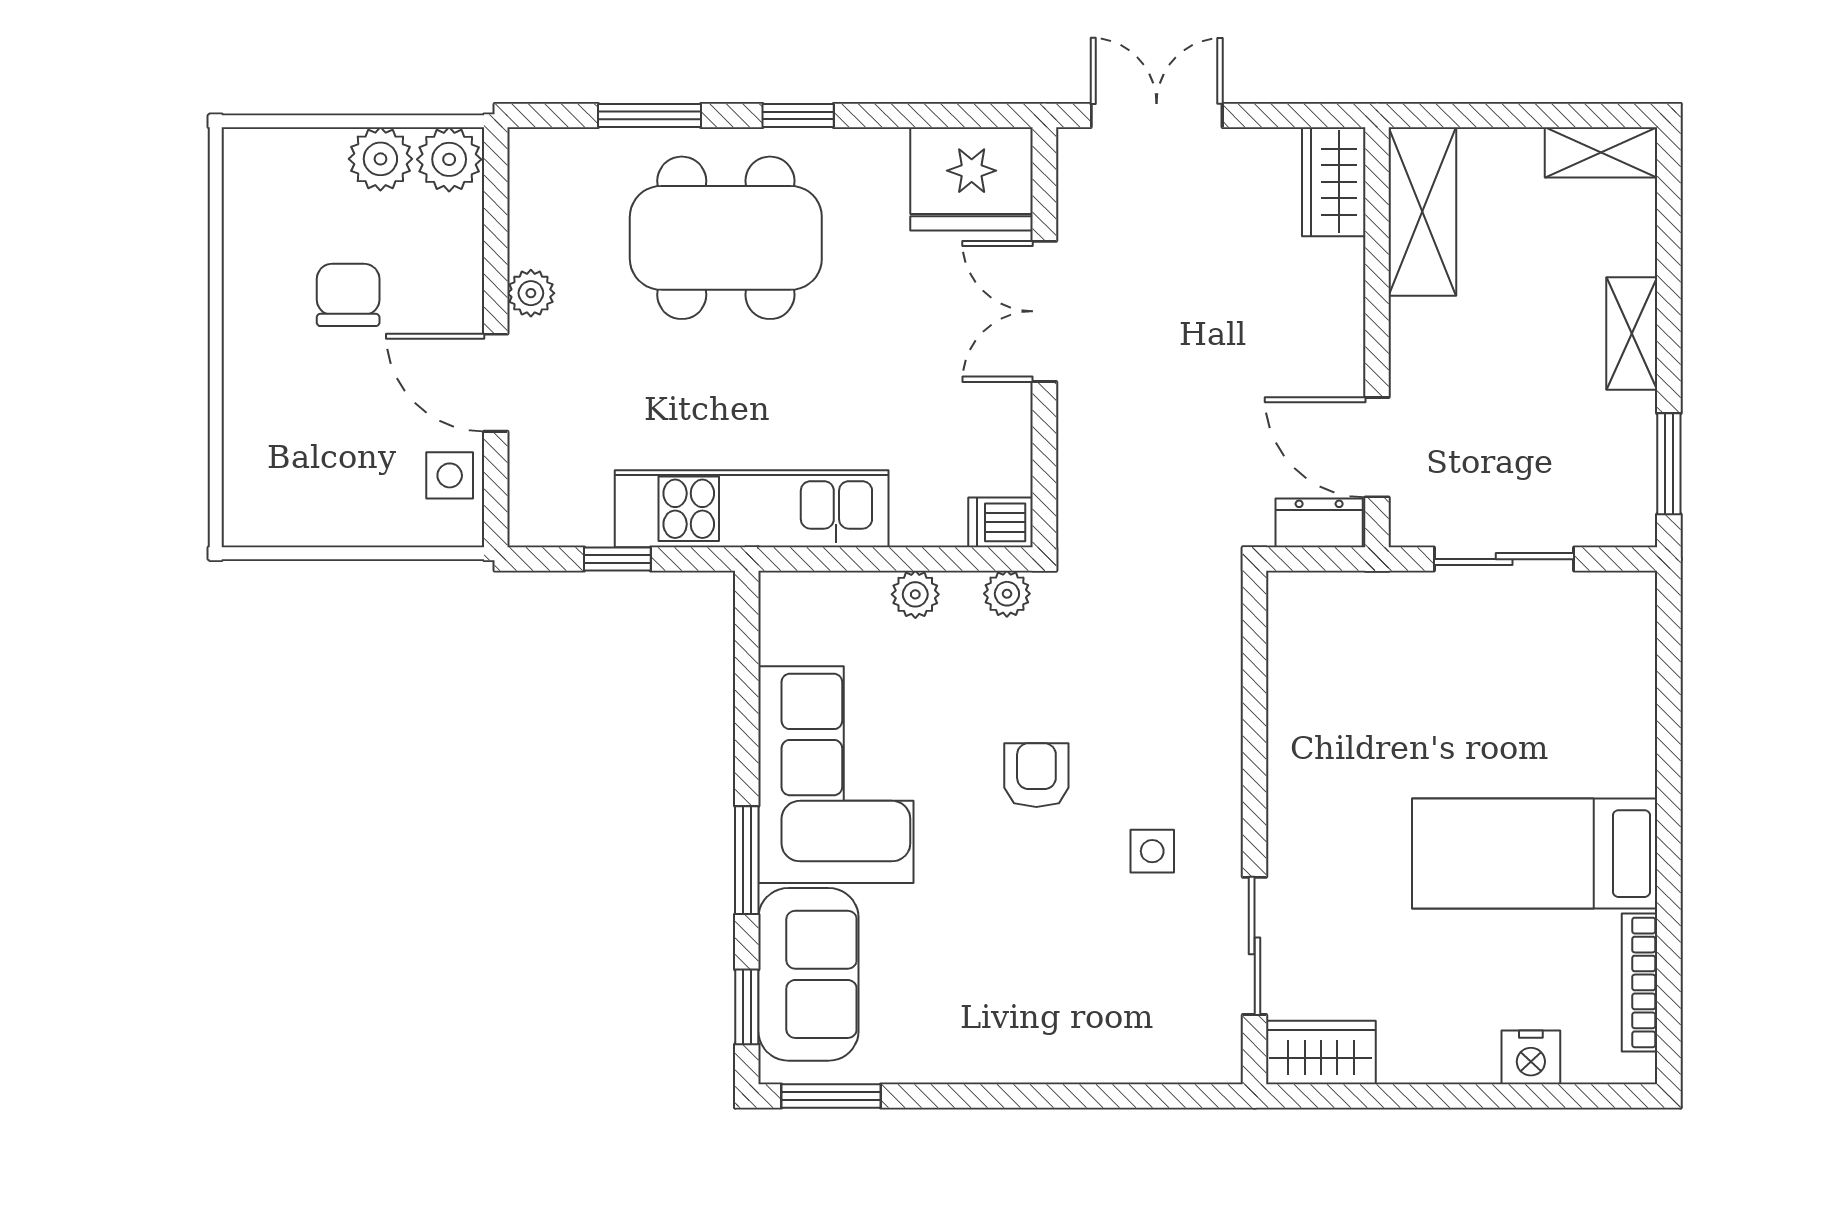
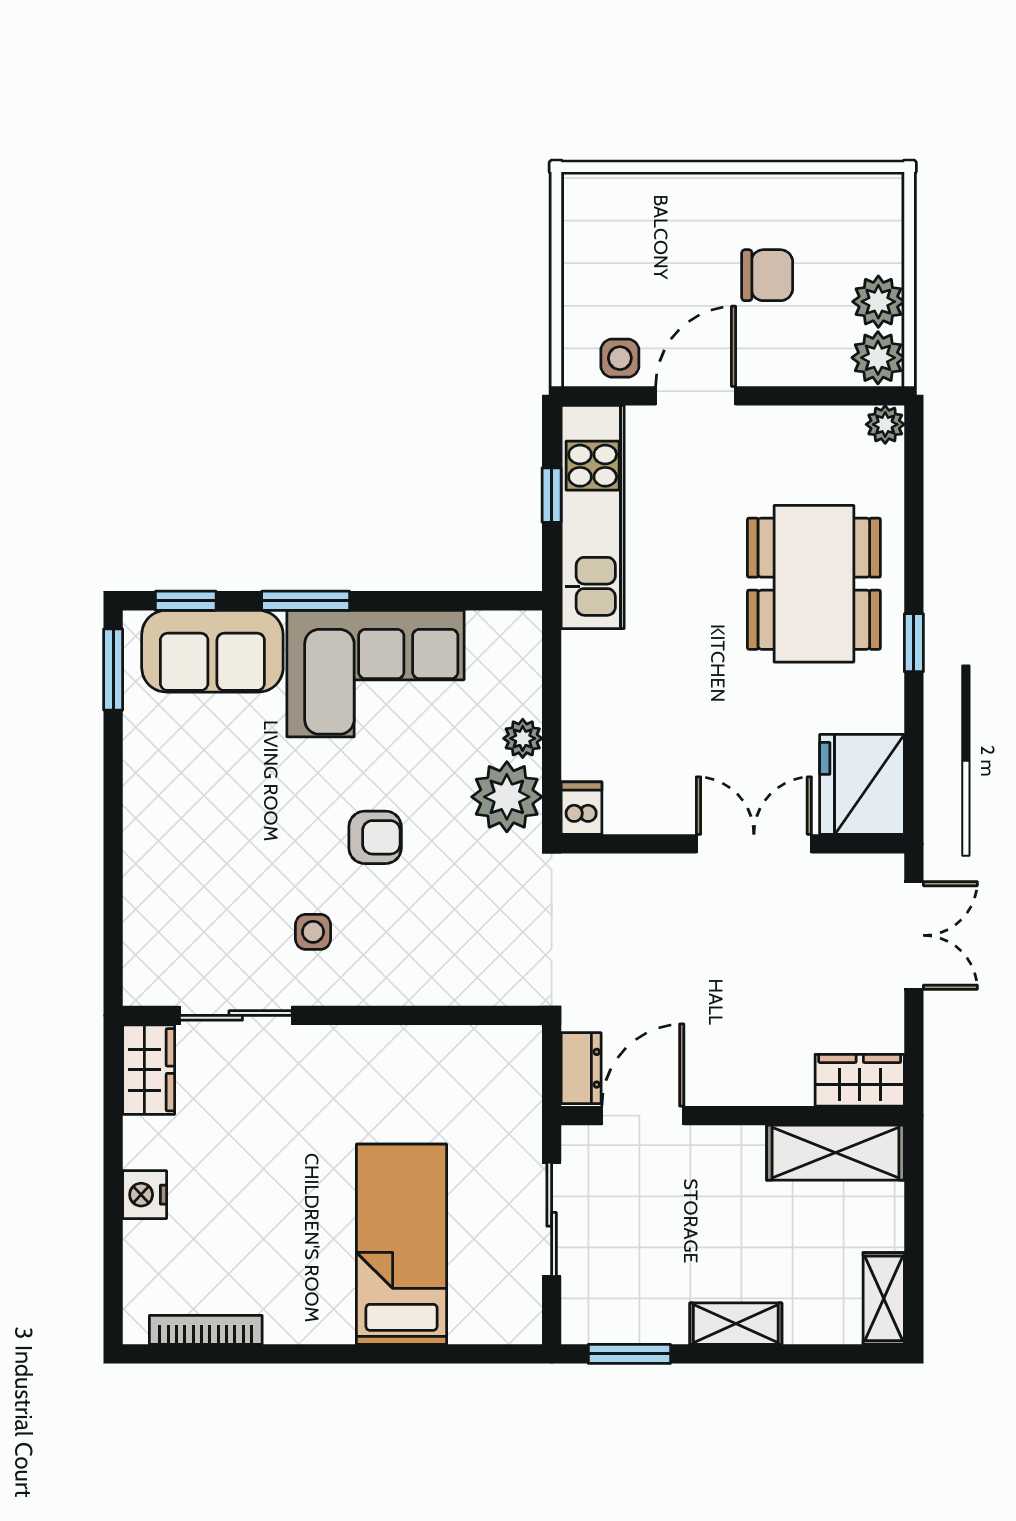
window: (649, 115) -> (914, 521), removed
plant: (531, 293) -> (885, 424), moved
kitchen unit: (752, 509) -> (593, 517), moved
plant: (1007, 594) -> (507, 797), width x1.88, depth x1.88
bed: (1535, 854) -> (402, 1244), moved
nightstand: (1531, 1057) -> (145, 1195), moved

